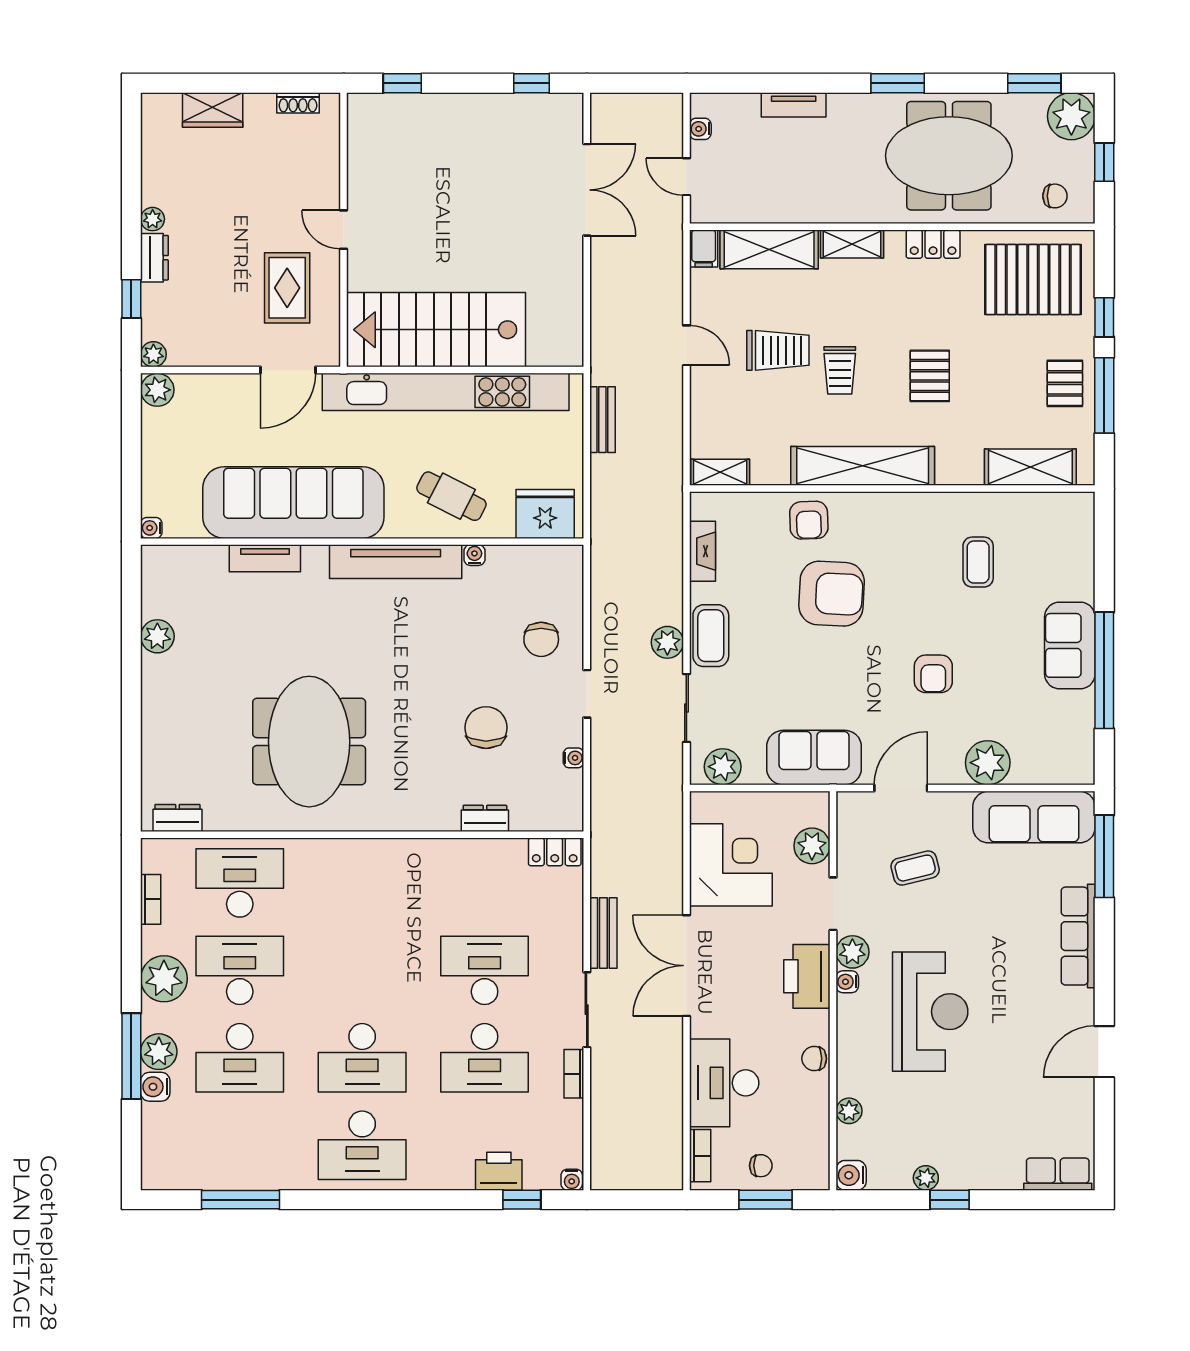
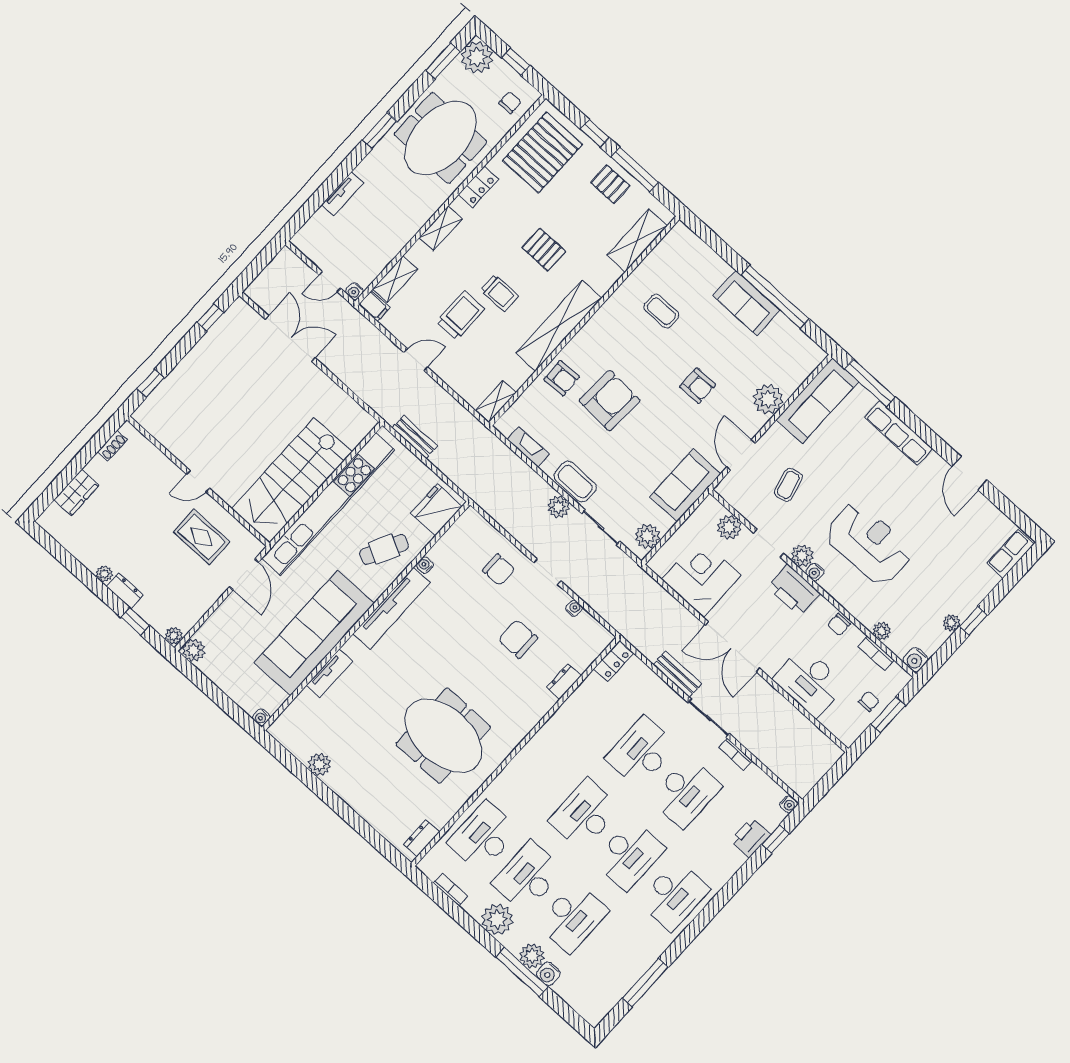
water cooler: (700, 129) -> (355, 291), moved
shelving: (769, 249) -> (395, 279), width x0.67, depth x0.75
desk: (362, 970) -> (585, 814), added
bookcase: (700, 1156) -> (876, 653), moved, turned 180

